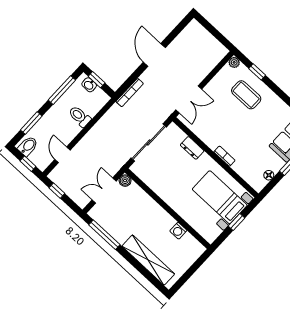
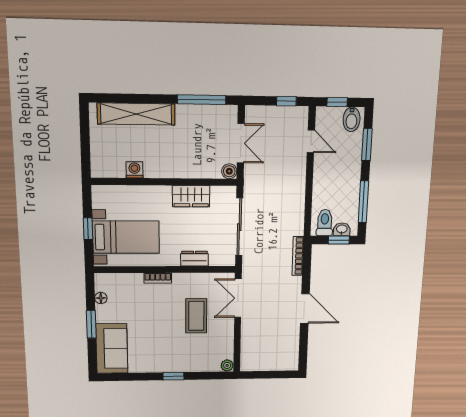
window: (257, 72) -> (173, 376), moved
coffee table: (246, 95) -> (196, 316), moved, turned 90
toilet: (80, 116) -> (325, 223), moved, turned -90
wardrobe: (160, 186) -> (191, 196), added

